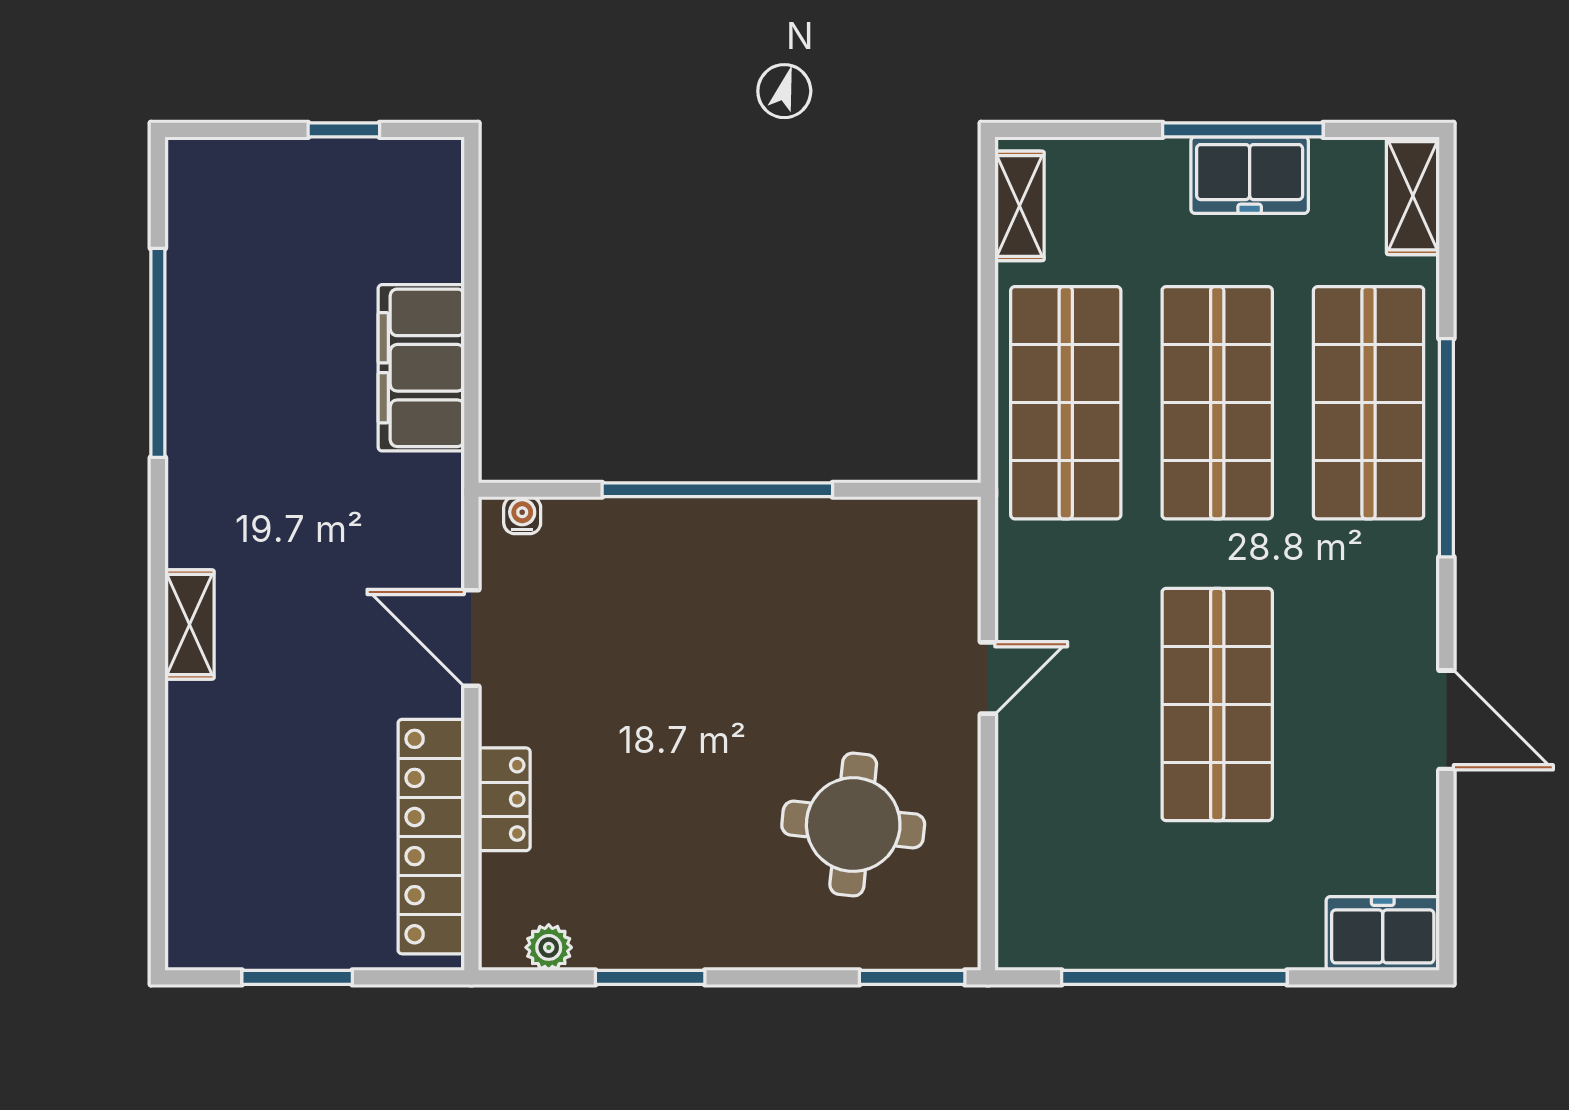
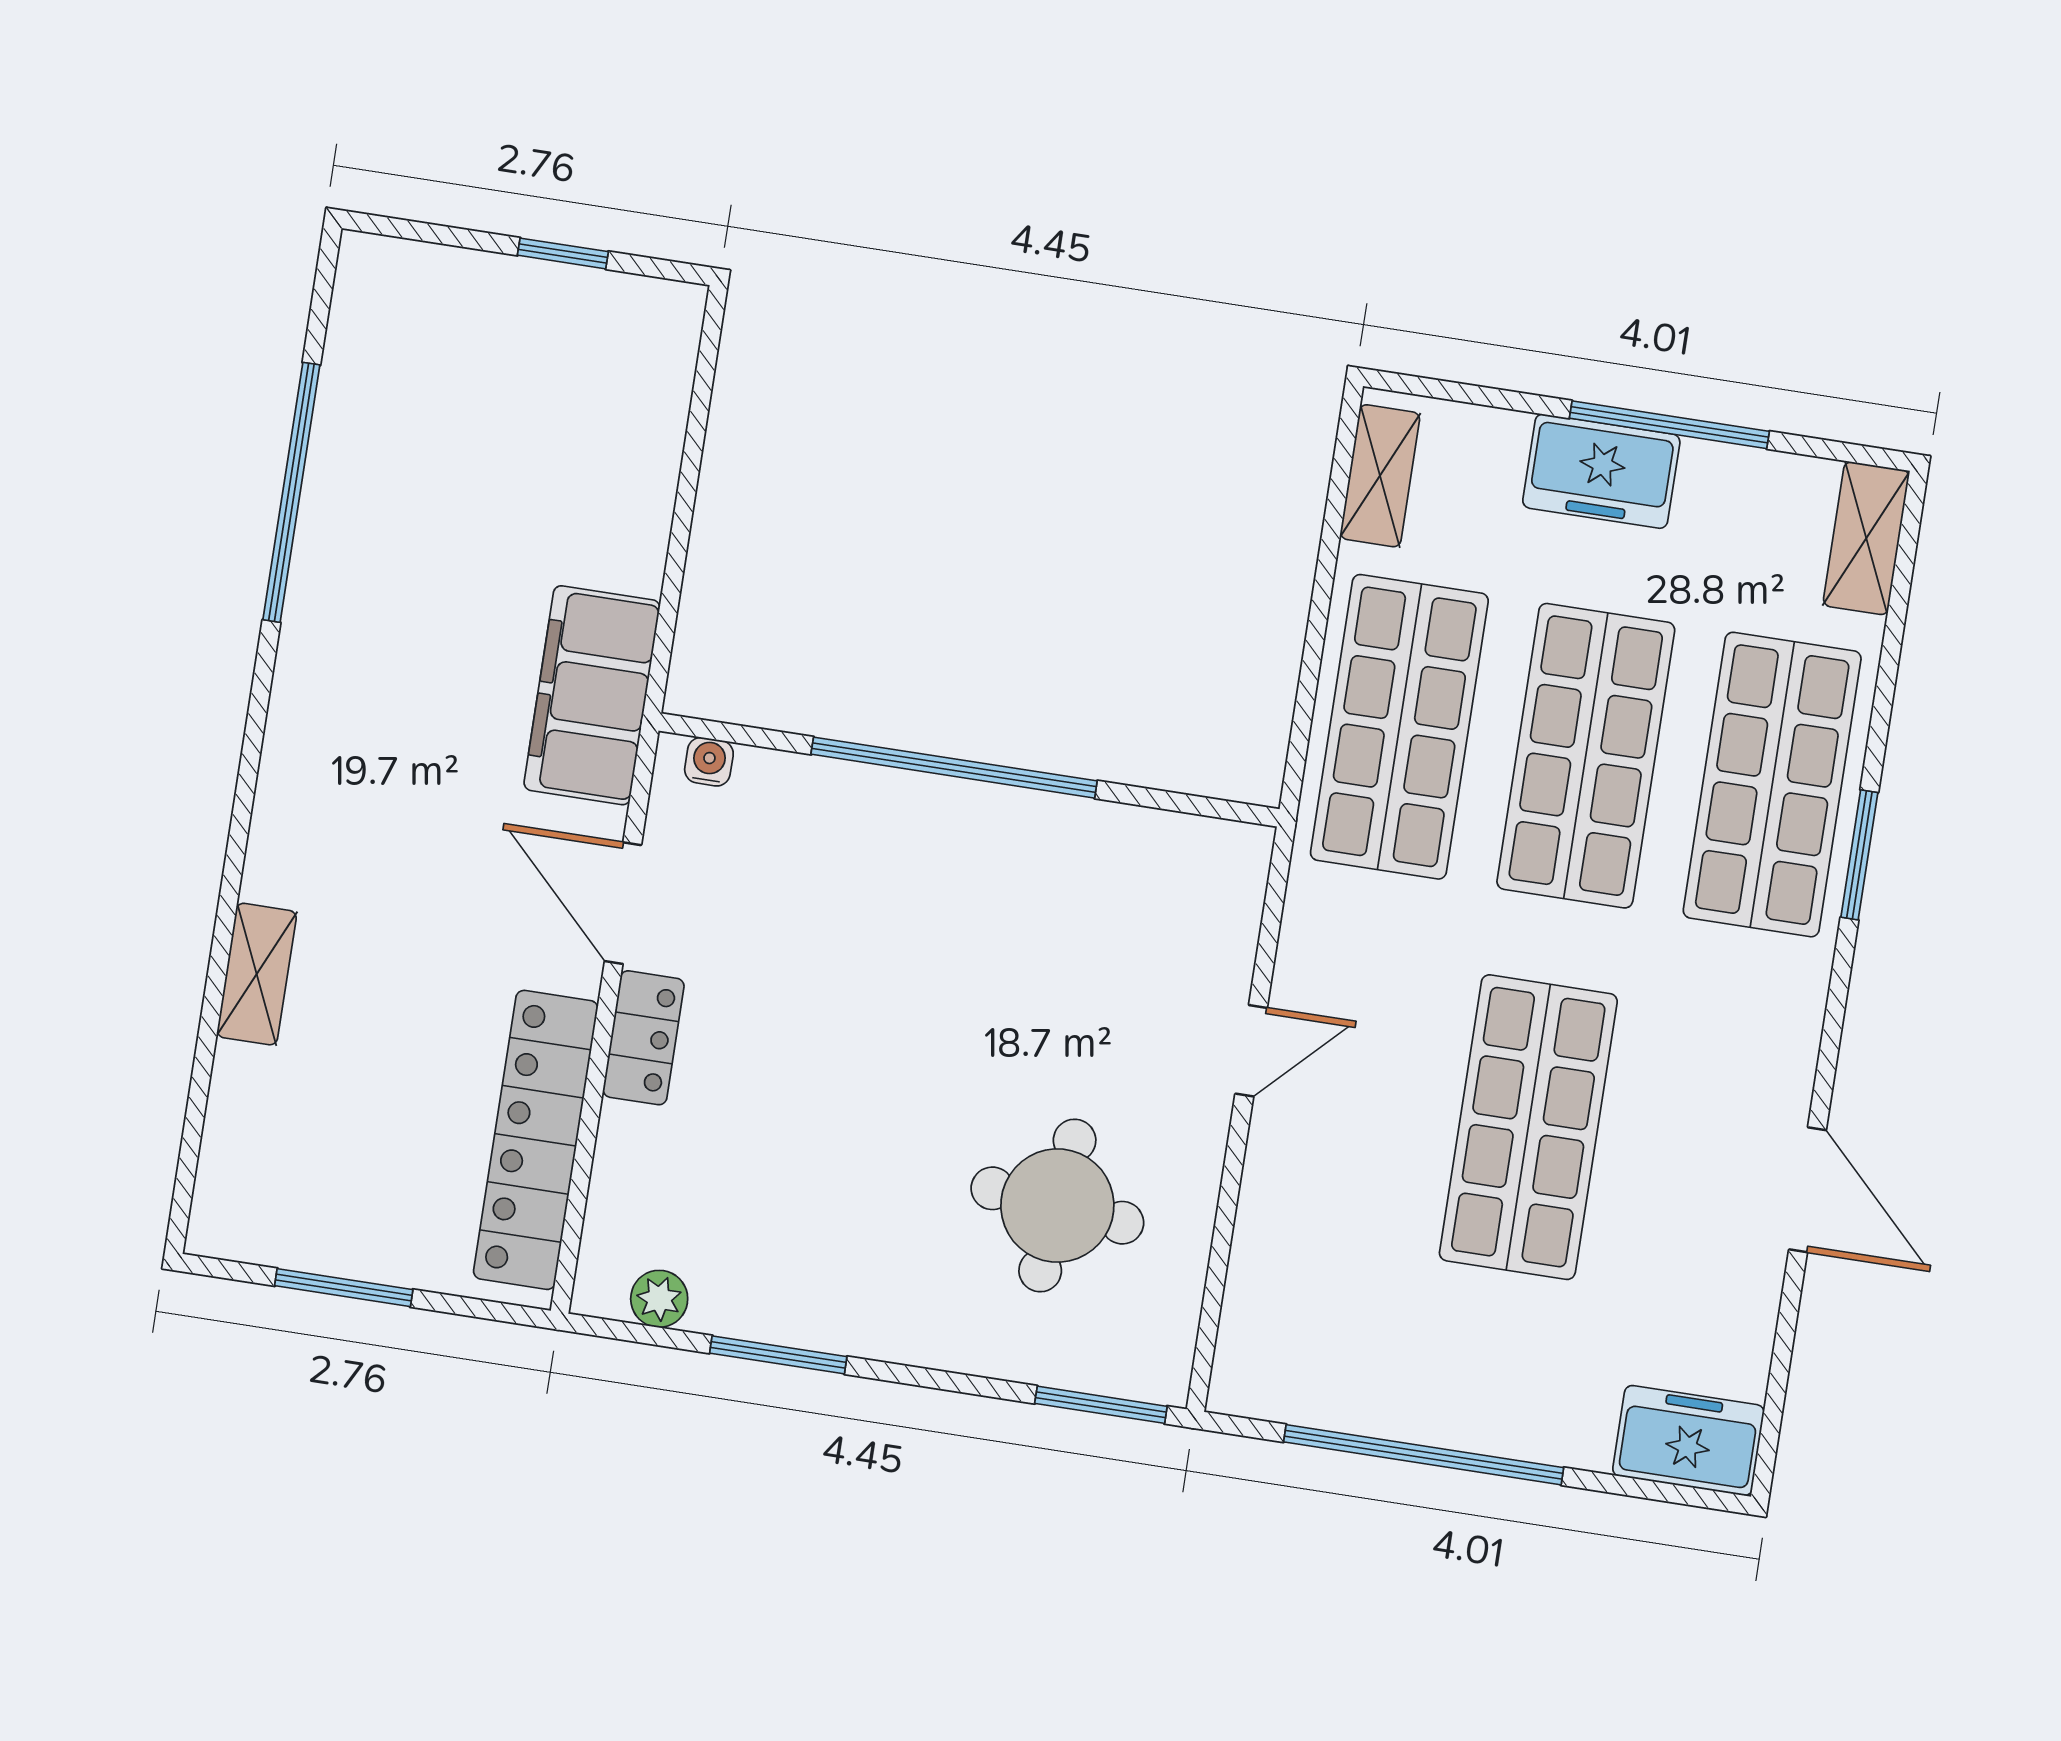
freezer: (1250, 175) -> (1601, 471), moved
filing cabinet: (421, 368) -> (592, 695), moved
window: (1446, 448) -> (1859, 855), width x0.47
shelving: (189, 625) -> (257, 974), moved
locker: (504, 799) -> (644, 1038), moved

